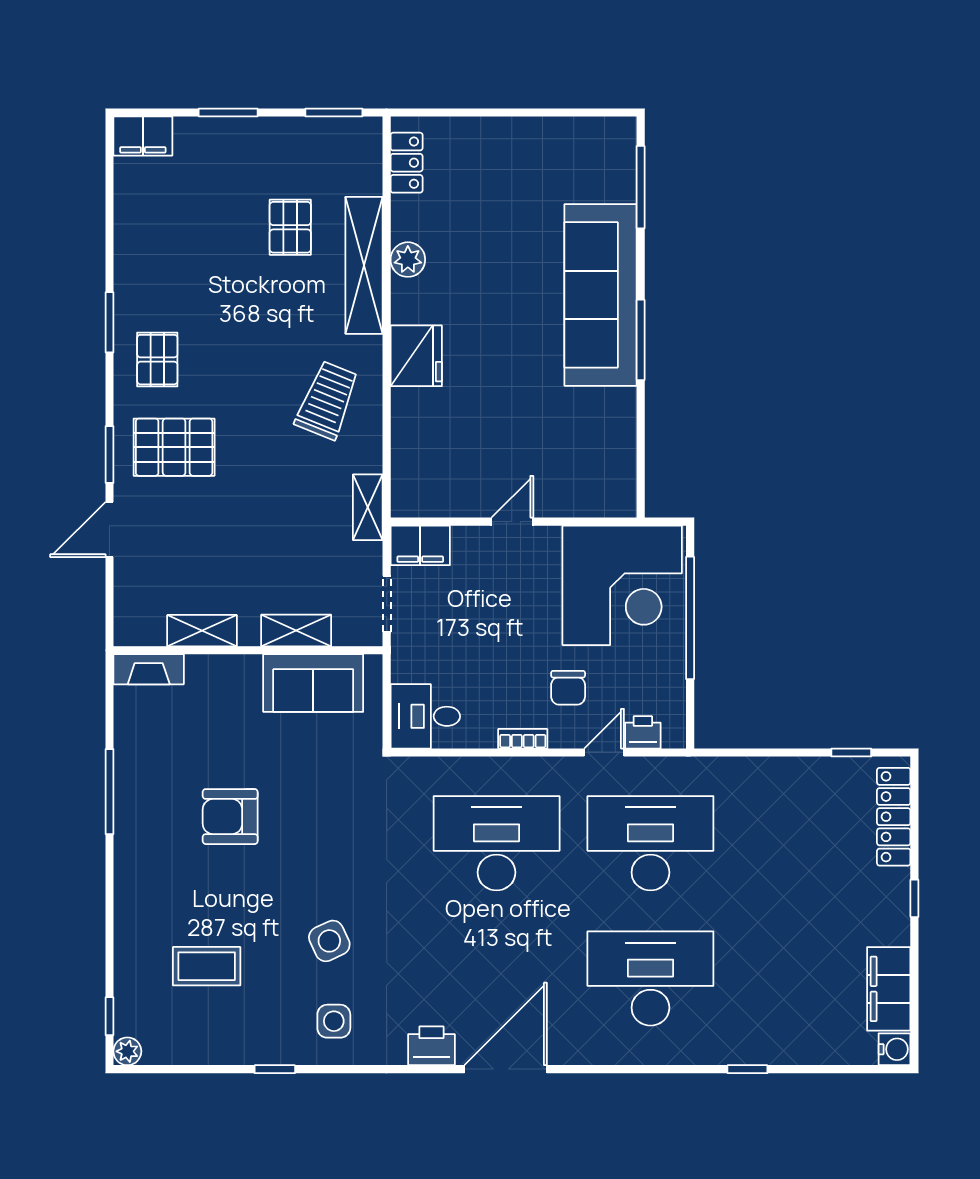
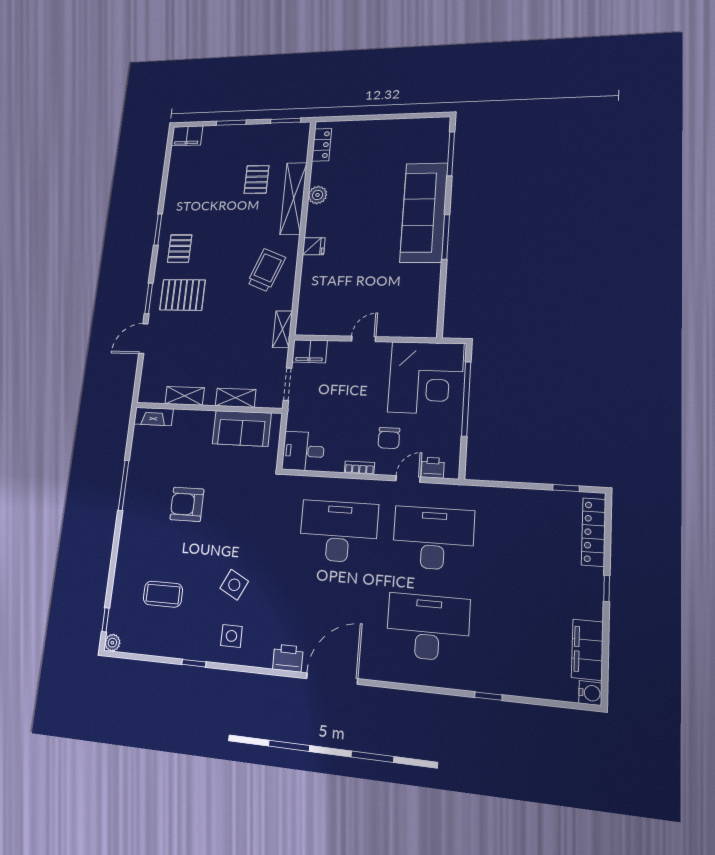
fridge: (416, 356) -> (314, 246), width x0.53, depth x0.75
side table: (329, 941) -> (234, 585), turned -38

